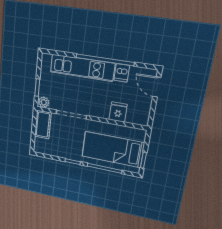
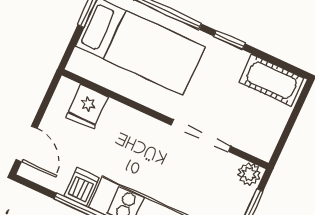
fridge: (118, 112) -> (87, 107), moved
cot: (43, 125) -> (272, 80), moved, turned 90

